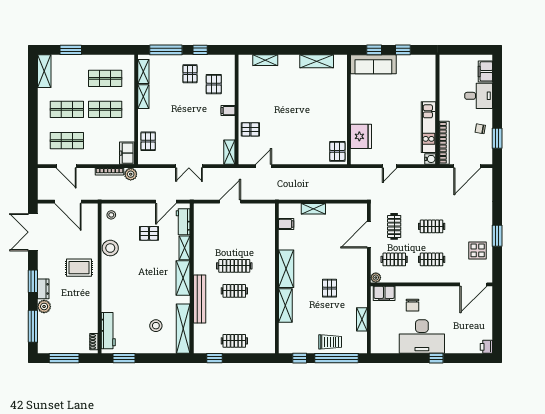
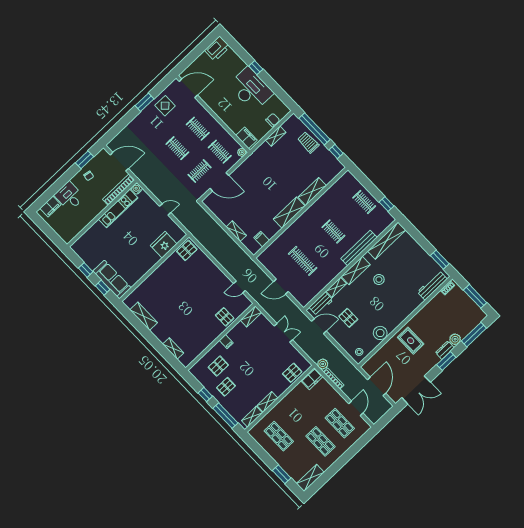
shop shelf: (105, 109) -> (298, 418), removed
clothes rail: (234, 266) -> (303, 261), moved
pallet: (329, 288) -> (276, 175), removed
chair: (412, 305) -> (273, 120), moved
stool: (156, 326) -> (379, 280), moved
printer: (486, 347) -> (217, 49), width x1.87, depth x1.48

